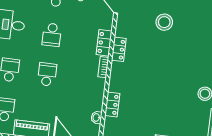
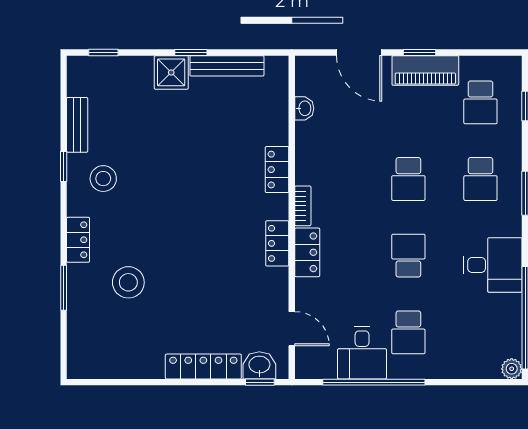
stool: (164, 22) -> (128, 282), moved
locker: (112, 104) -> (277, 170), moved

